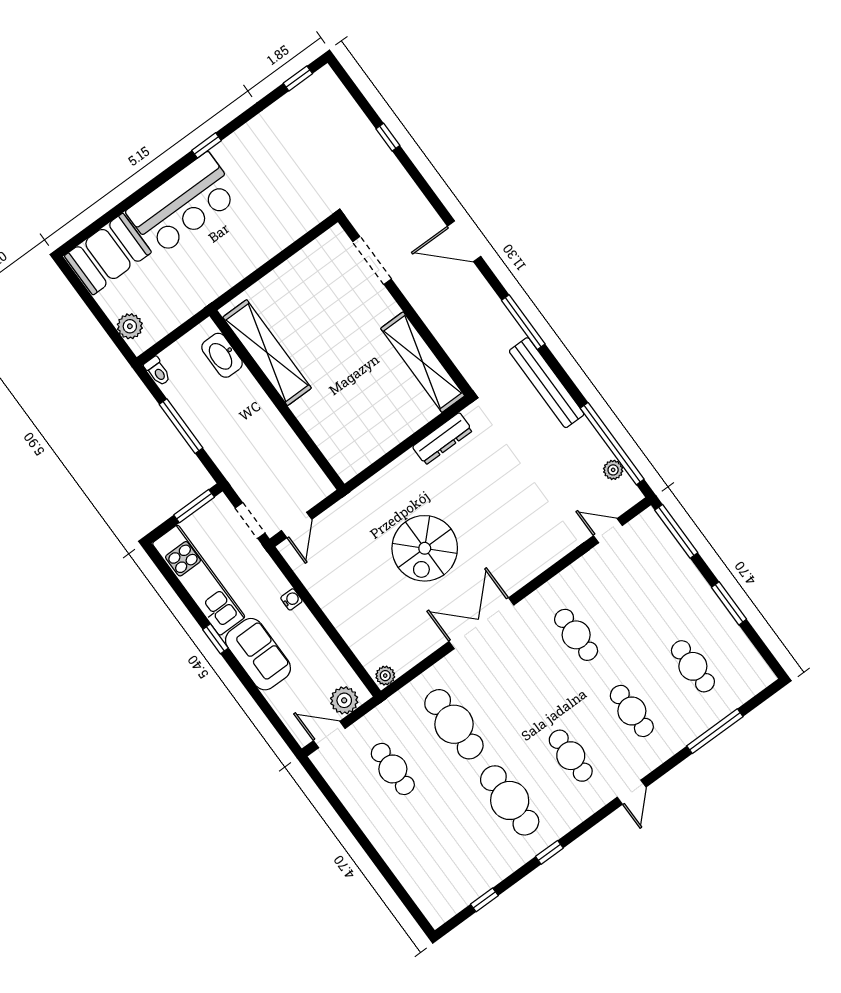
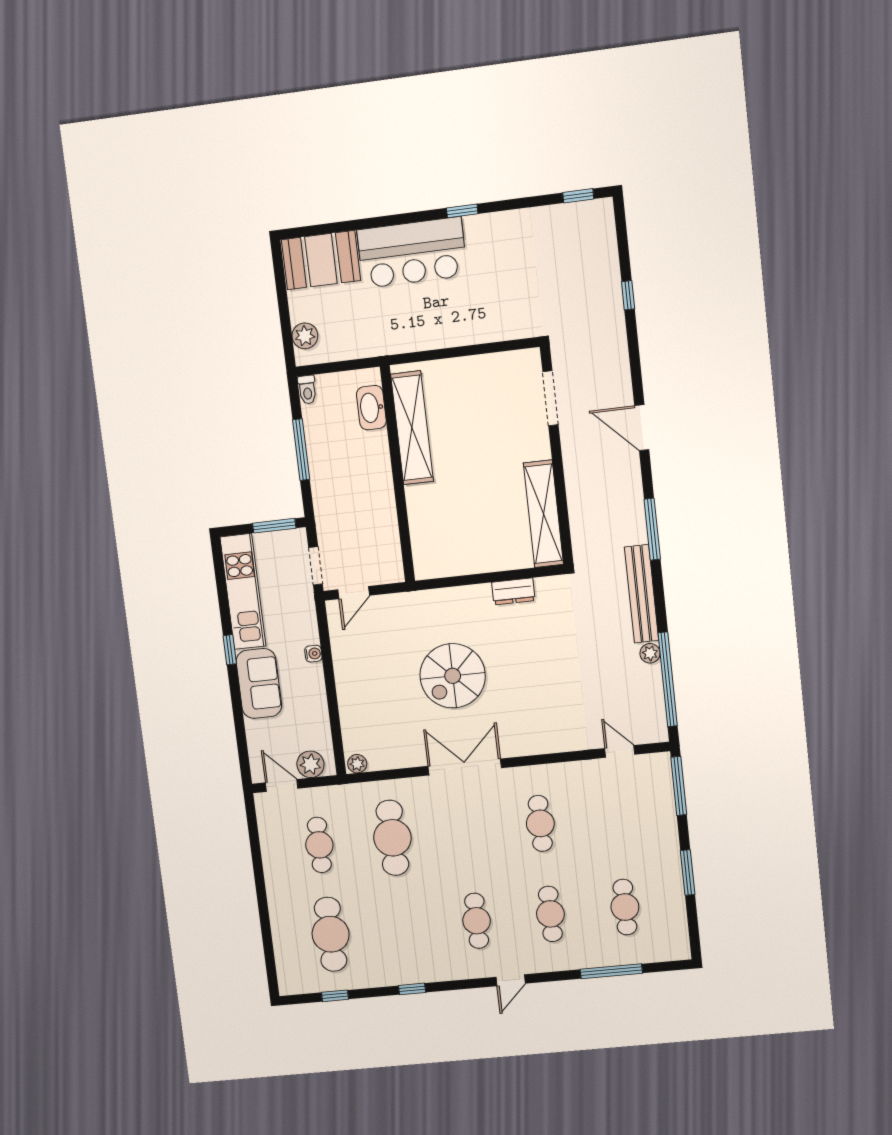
dresser: (442, 439) -> (513, 591), width x0.70
plant: (613, 470) -> (650, 653), moved
cafe table: (510, 800) -> (331, 934), moved

